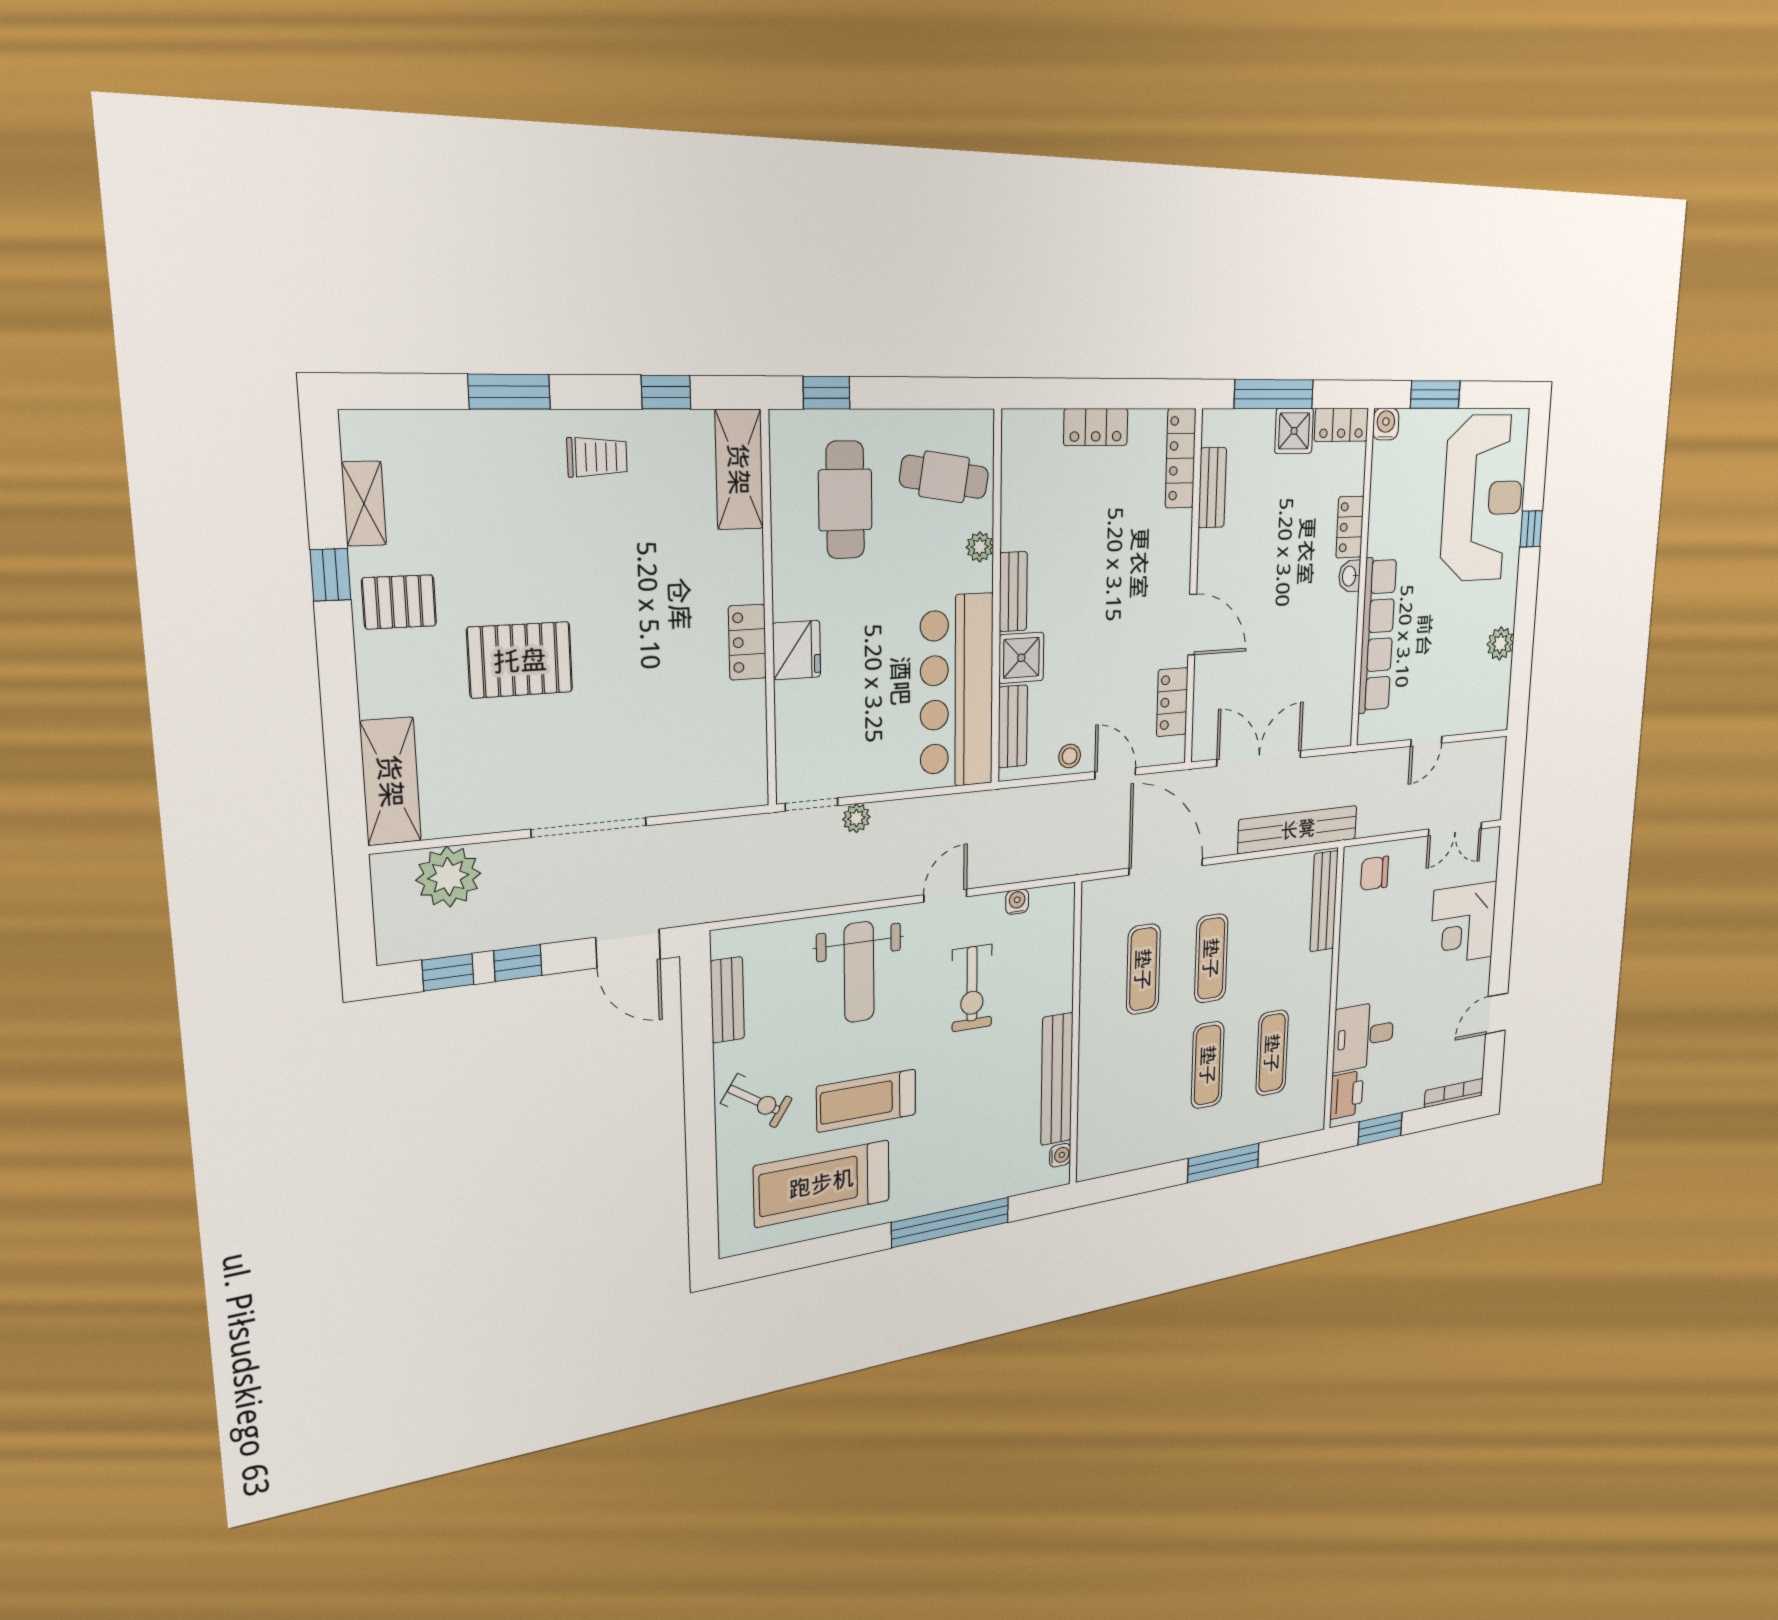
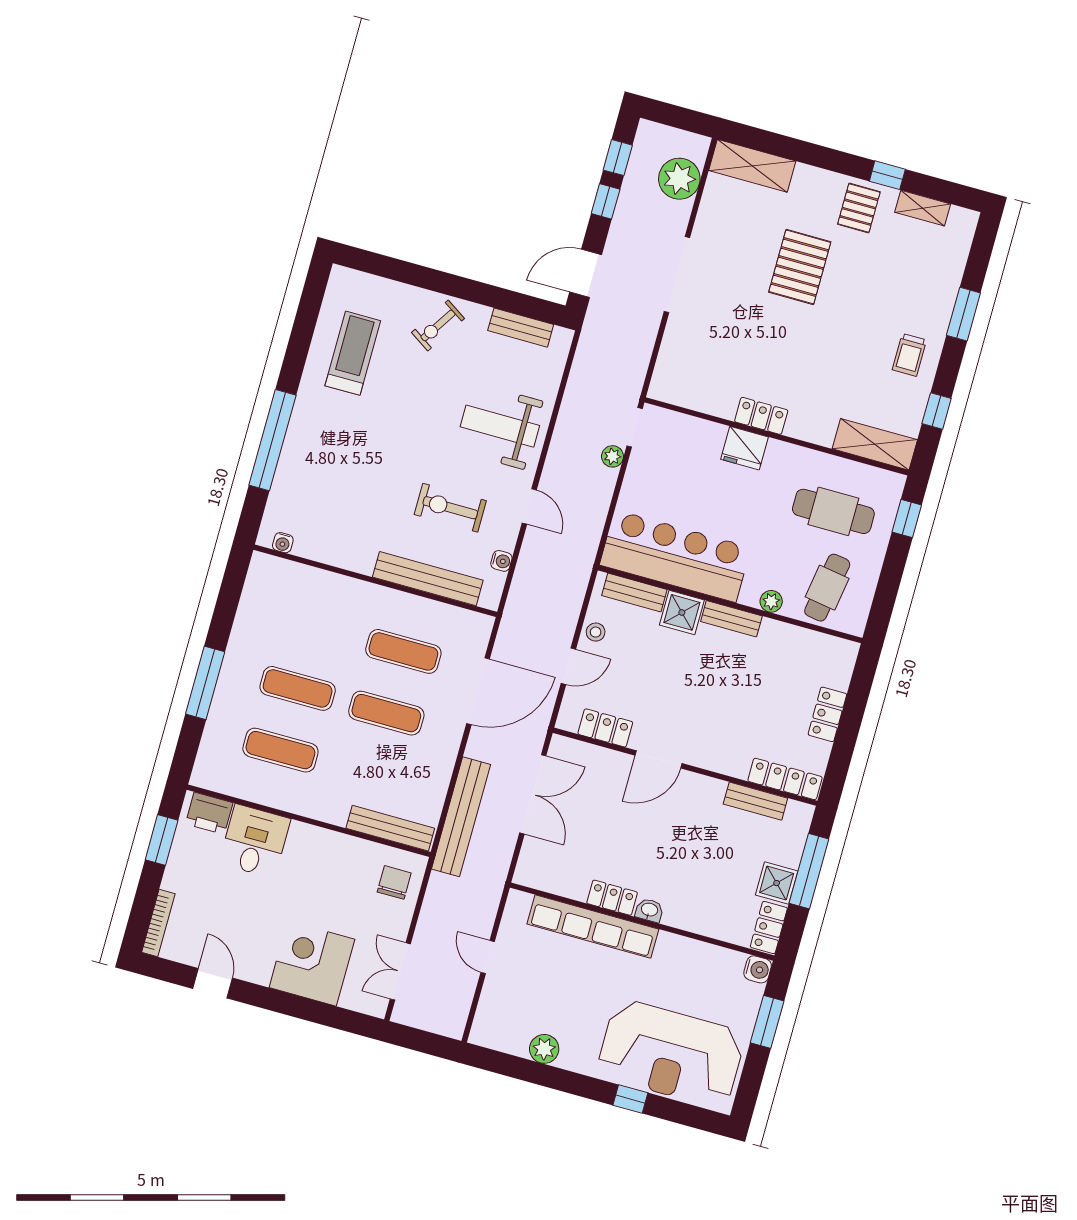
locker: (1350, 527) -> (612, 898), moved
bench: (1057, 1079) -> (428, 579), moved
treadmill: (867, 1101) -> (401, 404), removed
treadmill: (822, 1183) -> (353, 353), width x0.73, depth x0.73

